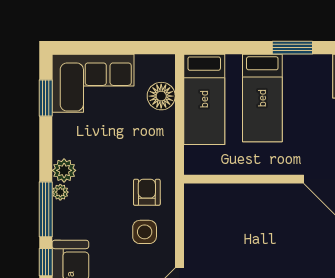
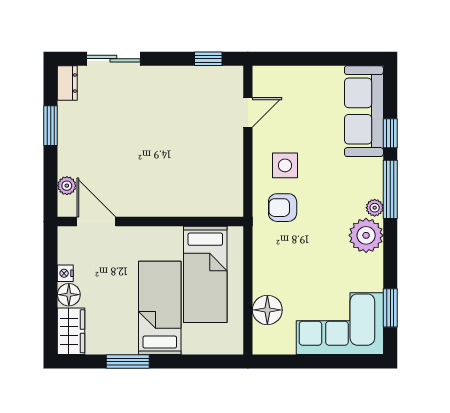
bed: (204, 99) -> (205, 274), moved, turned 180
plant: (64, 170) -> (366, 235), width x1.36, depth x1.36
armchair: (147, 192) -> (283, 208), turned 90

